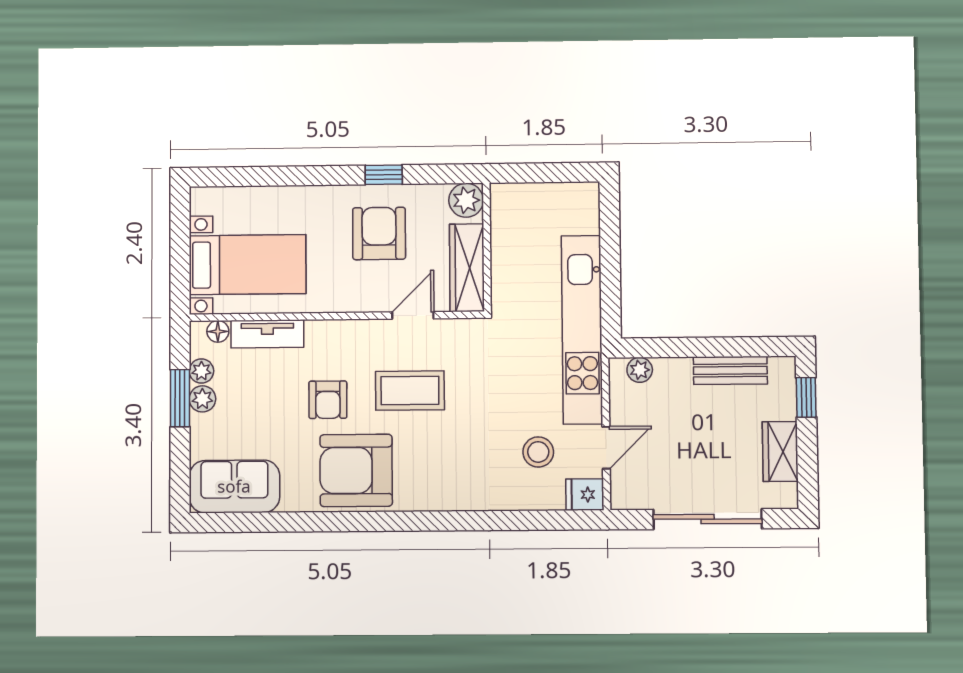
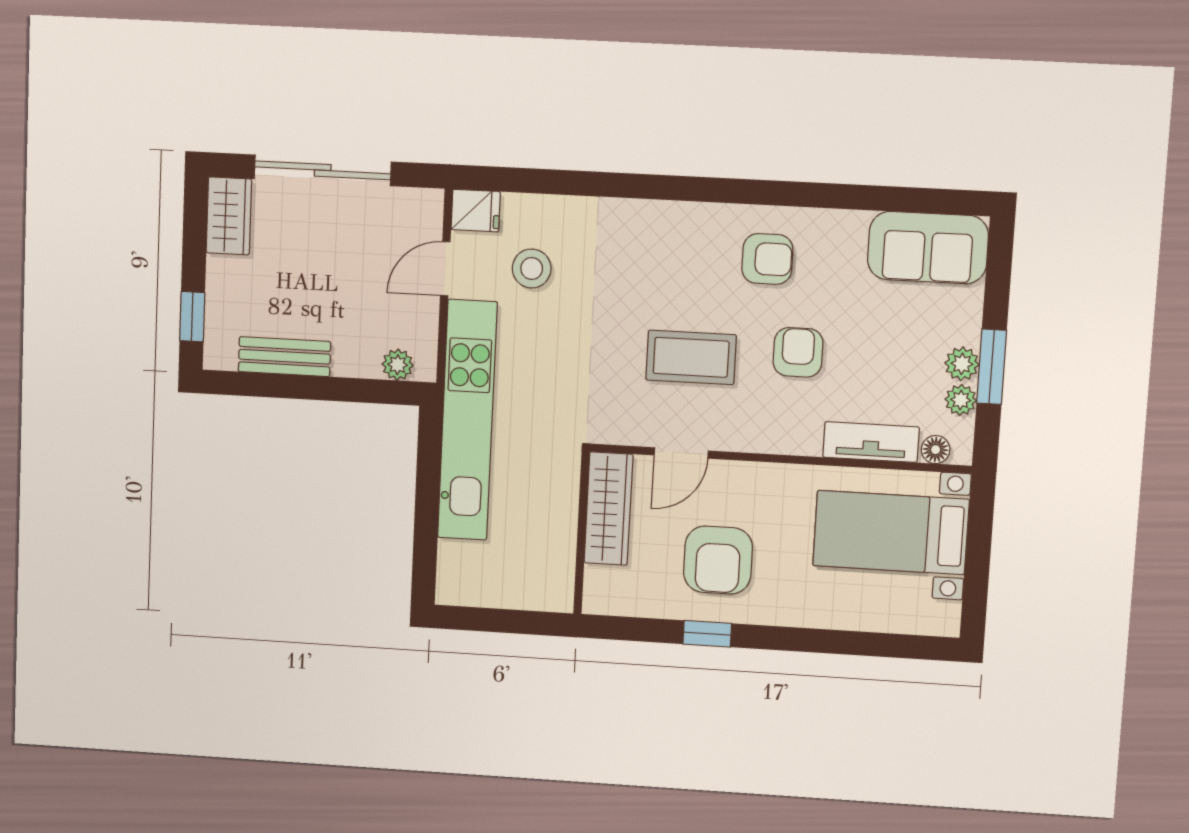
plant: (466, 200) -> (604, 594), removed
wardrobe: (780, 452) -> (229, 216), moved
armchair: (356, 470) -> (767, 259), width x0.53, depth x0.53

